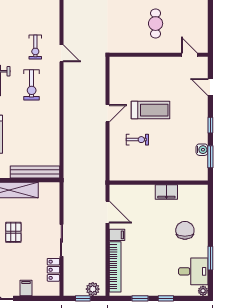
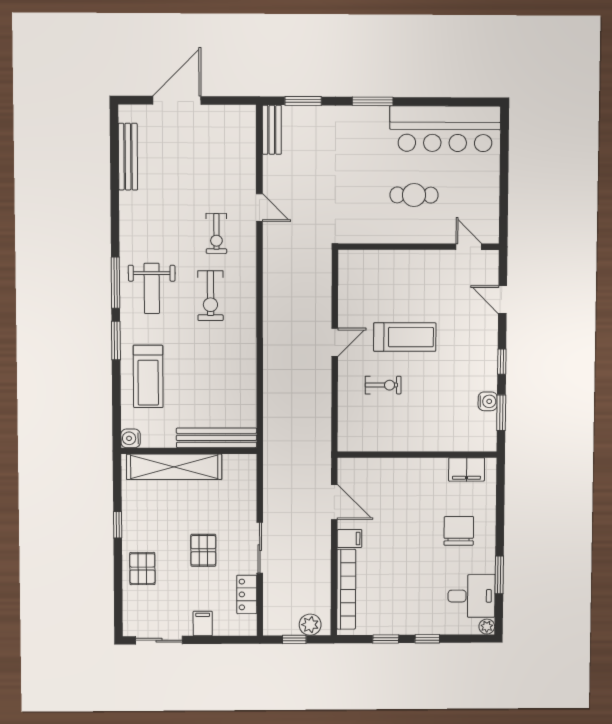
cafe table: (156, 24) -> (414, 195), turned 90
door: (61, 53) -> (259, 207), moved
filing cabinet: (166, 192) -> (467, 469), moved
pallet: (13, 232) -> (203, 550), moved

